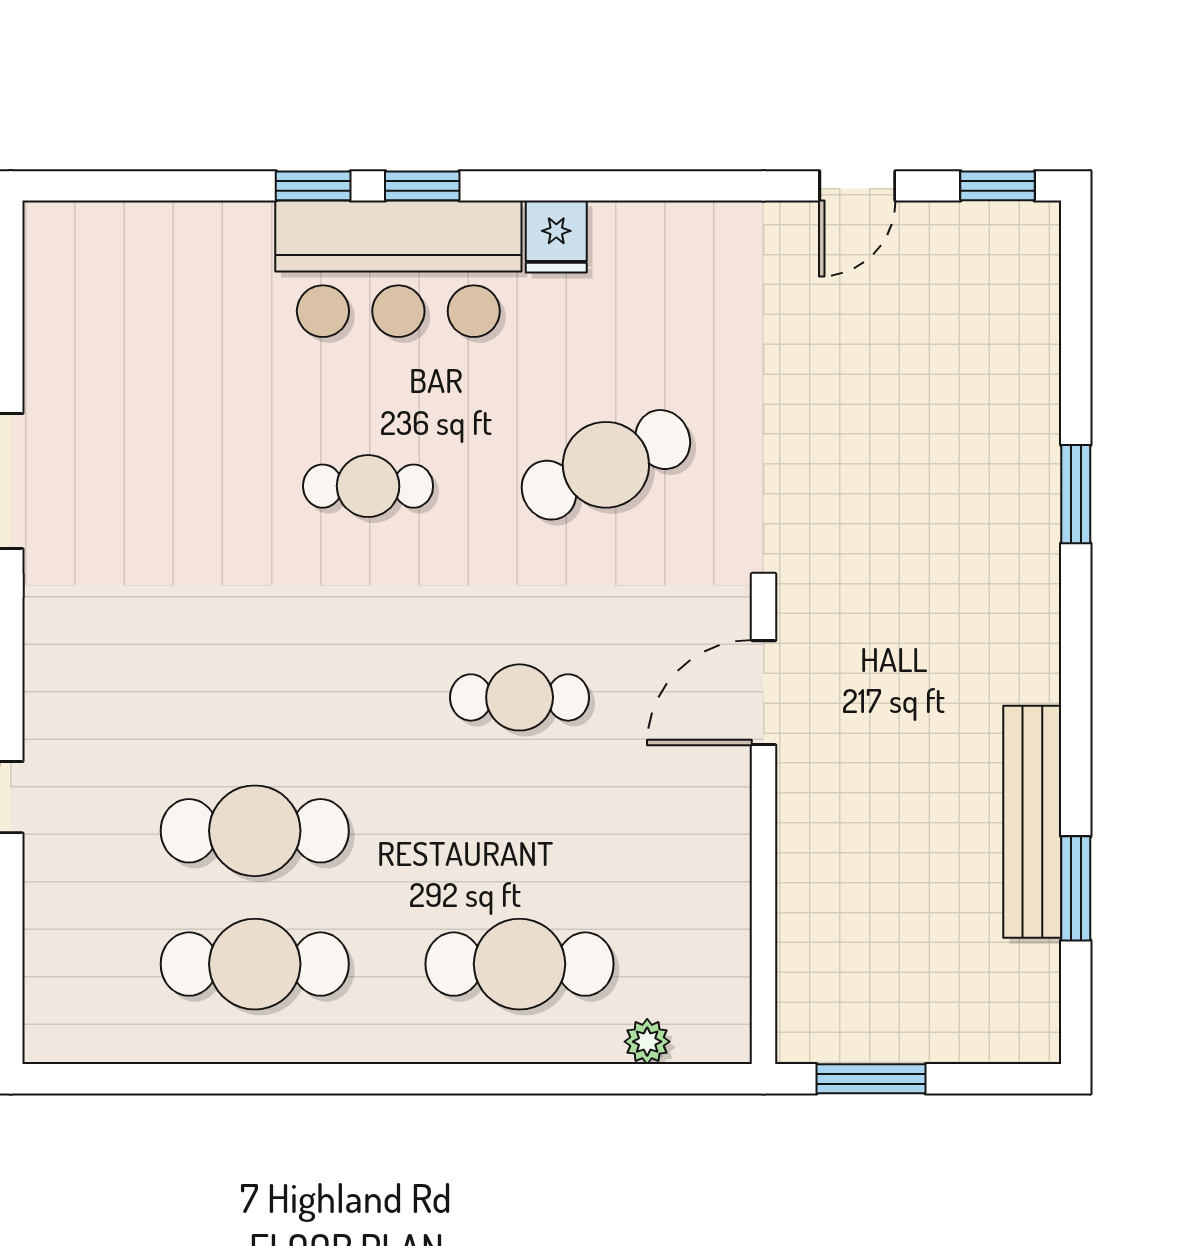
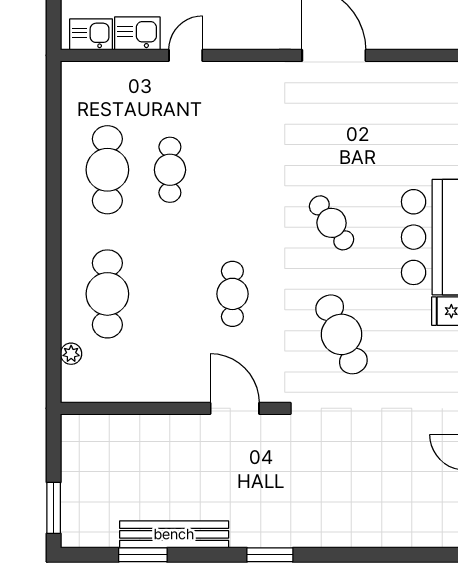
cafe table: (368, 486) -> (332, 223), turned -35
window: (1076, 494) -> (270, 555), moved
cafe table: (255, 831) -> (170, 170), width x0.73, depth x0.74
window: (871, 1079) -> (54, 508), moved

